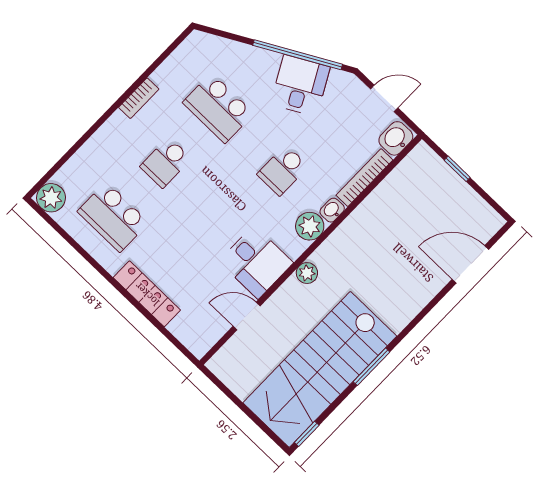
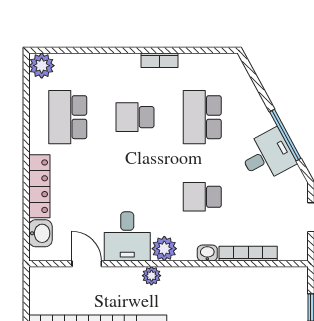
window: (298, 55) -> (285, 135), width x0.68
washbasin: (396, 138) -> (40, 233), moved, turned 90
plant: (310, 226) -> (164, 249), moved

